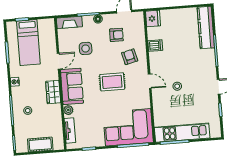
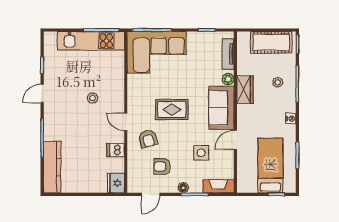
door: (150, 81) -> (126, 122), moved
wardrobe: (53, 92) -> (245, 90), moved
cot: (40, 145) -> (271, 42), width x1.37, depth x1.34

